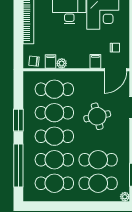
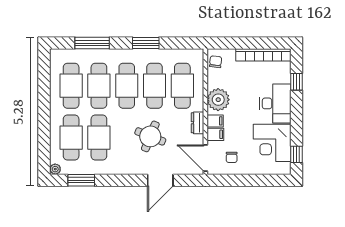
filing cabinet: (51, 62) -> (215, 121), moved
plant: (62, 63) -> (218, 100), width x1.87, depth x1.87
dresser: (86, 76) -> (198, 123), added
round table: (97, 116) -> (150, 136), turned 35
window: (18, 165) -> (92, 43), width x0.68

